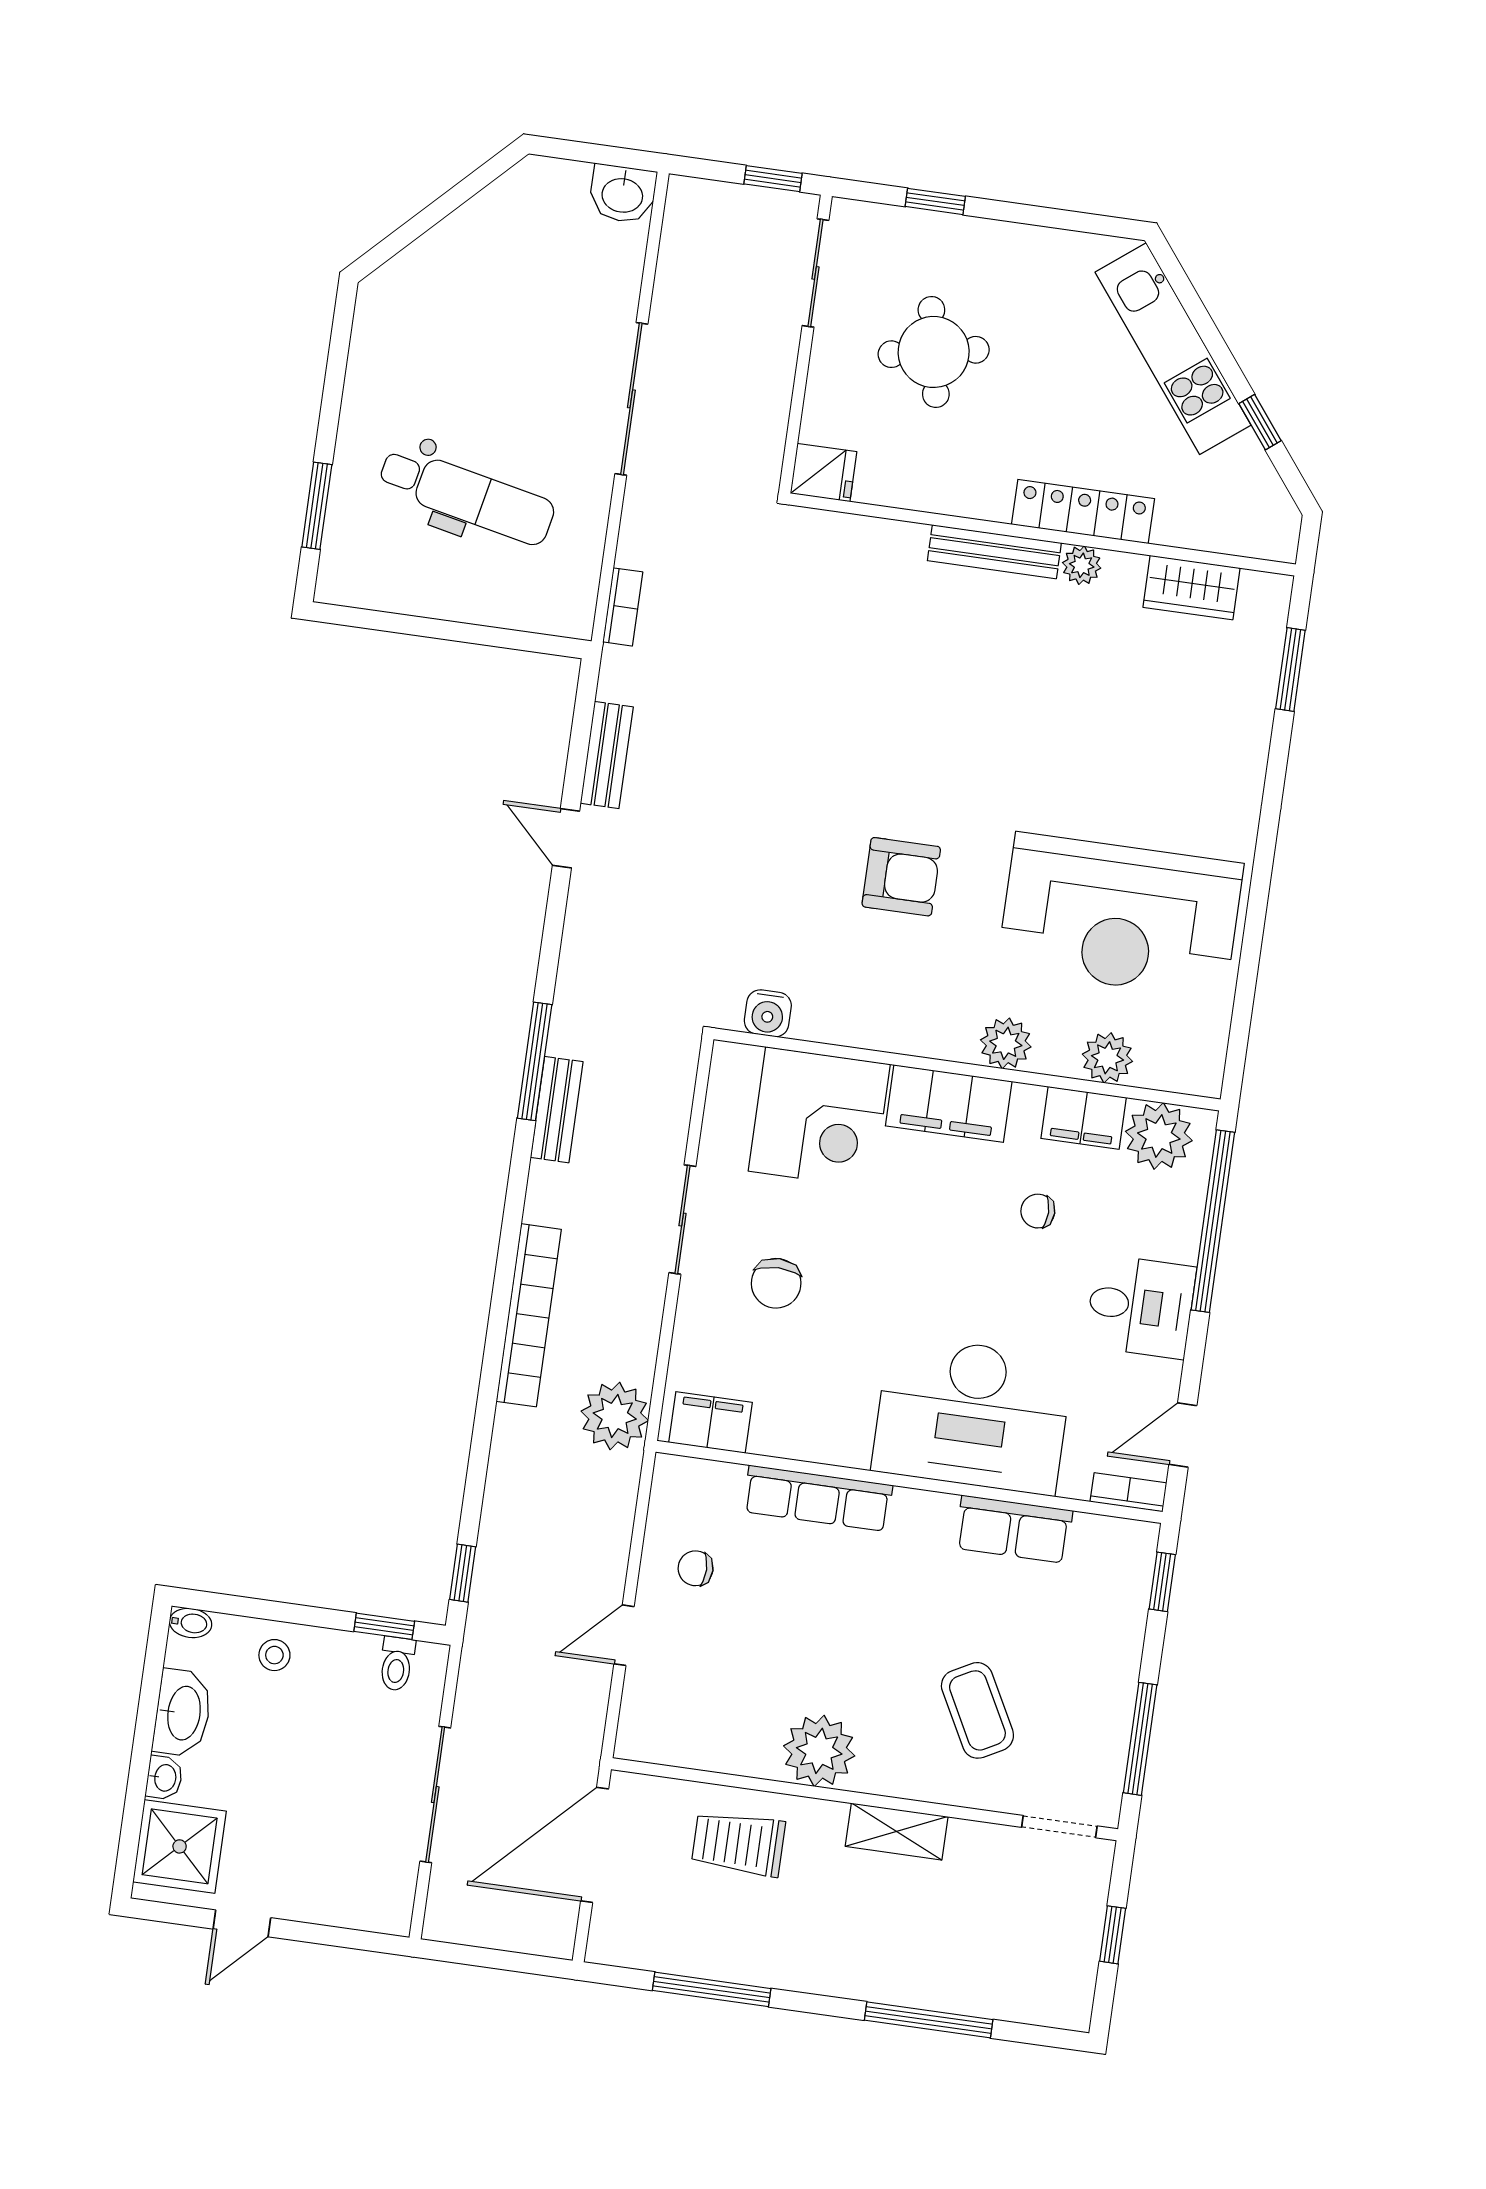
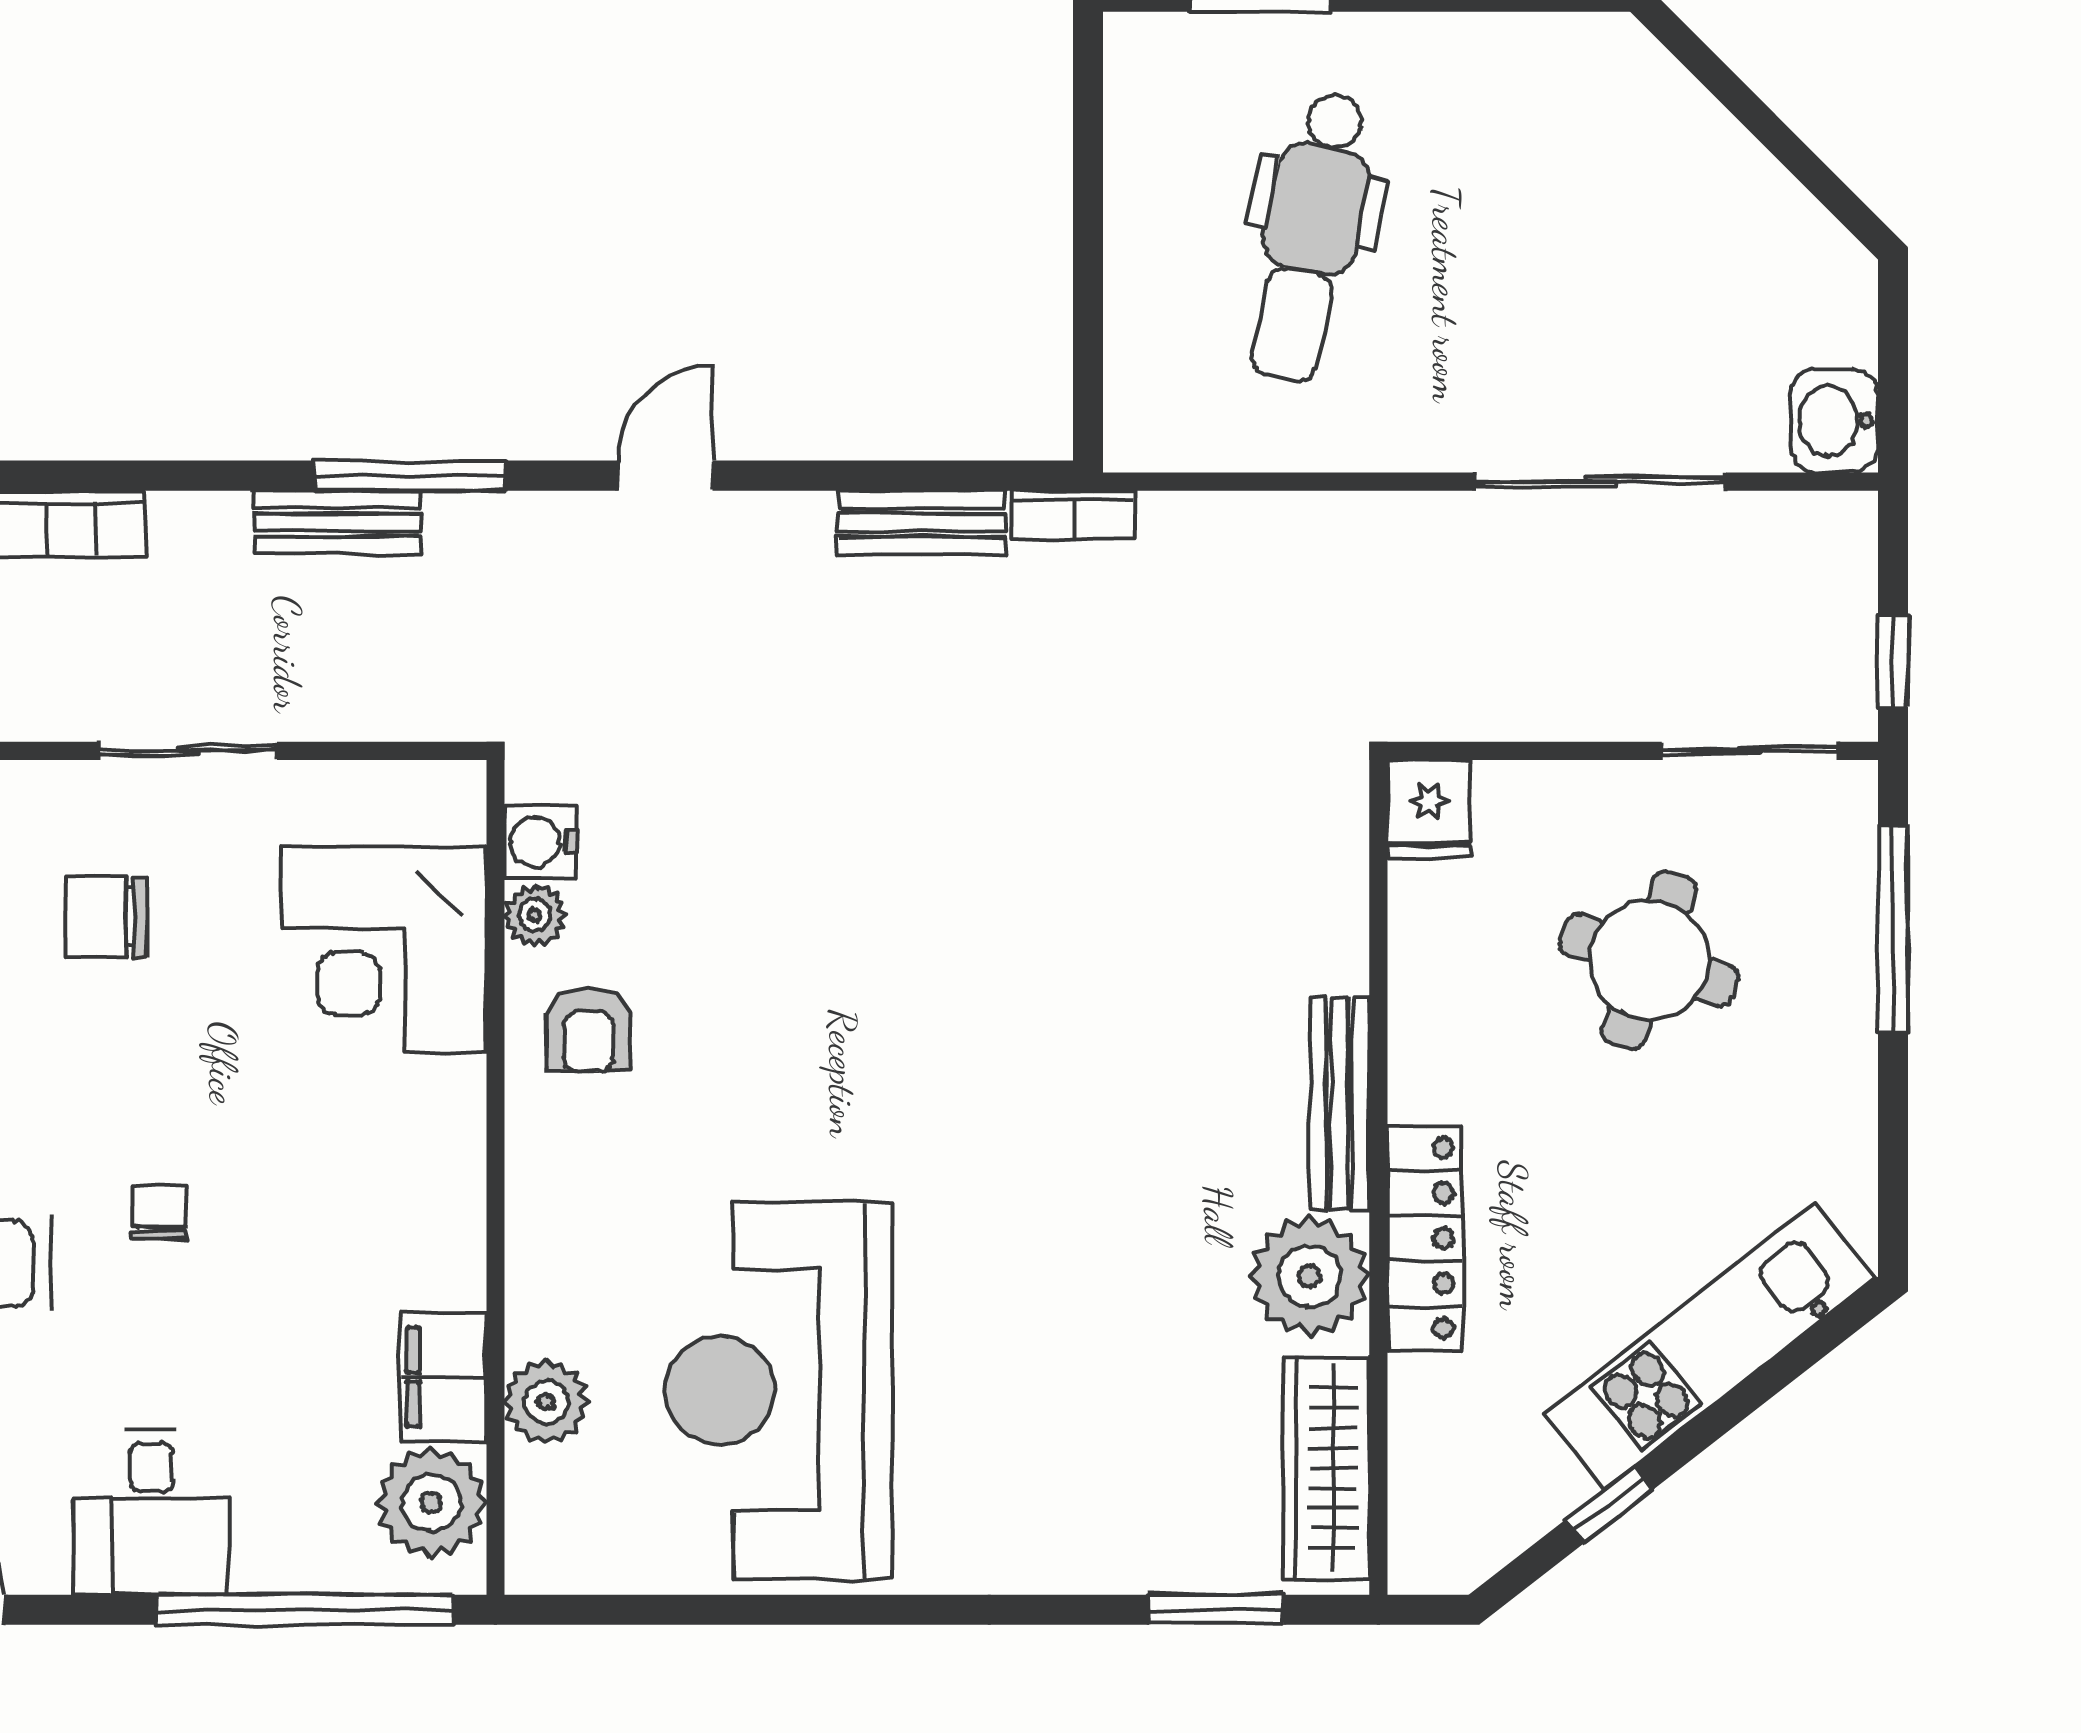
window: (935, 201) -> (1893, 929), width x2.17
round table: (934, 352) -> (1649, 960), turned 30
sliding door: (631, 399) -> (1601, 482), moved
plant: (1082, 565) -> (1310, 1276), width x1.88, depth x1.88
wardrobe: (1192, 588) -> (1326, 1468), width x1.50
bookcase: (623, 607) -> (1073, 515), moved
door: (566, 838) -> (666, 476), moved
armchair: (901, 877) -> (588, 1030), moved, width x0.72, depth x0.72
plant: (1006, 1043) -> (535, 915), moved, width x0.73, depth x0.73
filing cabinet: (949, 1104) -> (436, 1155), removed
chair: (1038, 1211) -> (159, 1212), moved

